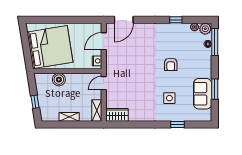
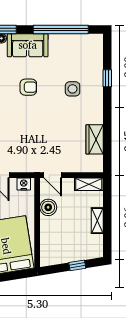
boiler: (59, 80) -> (48, 207), moved
window: (215, 89) -> (61, 29), width x2.11
sofa: (203, 94) -> (28, 45), moved
wardrobe: (117, 115) -> (95, 139), moved

